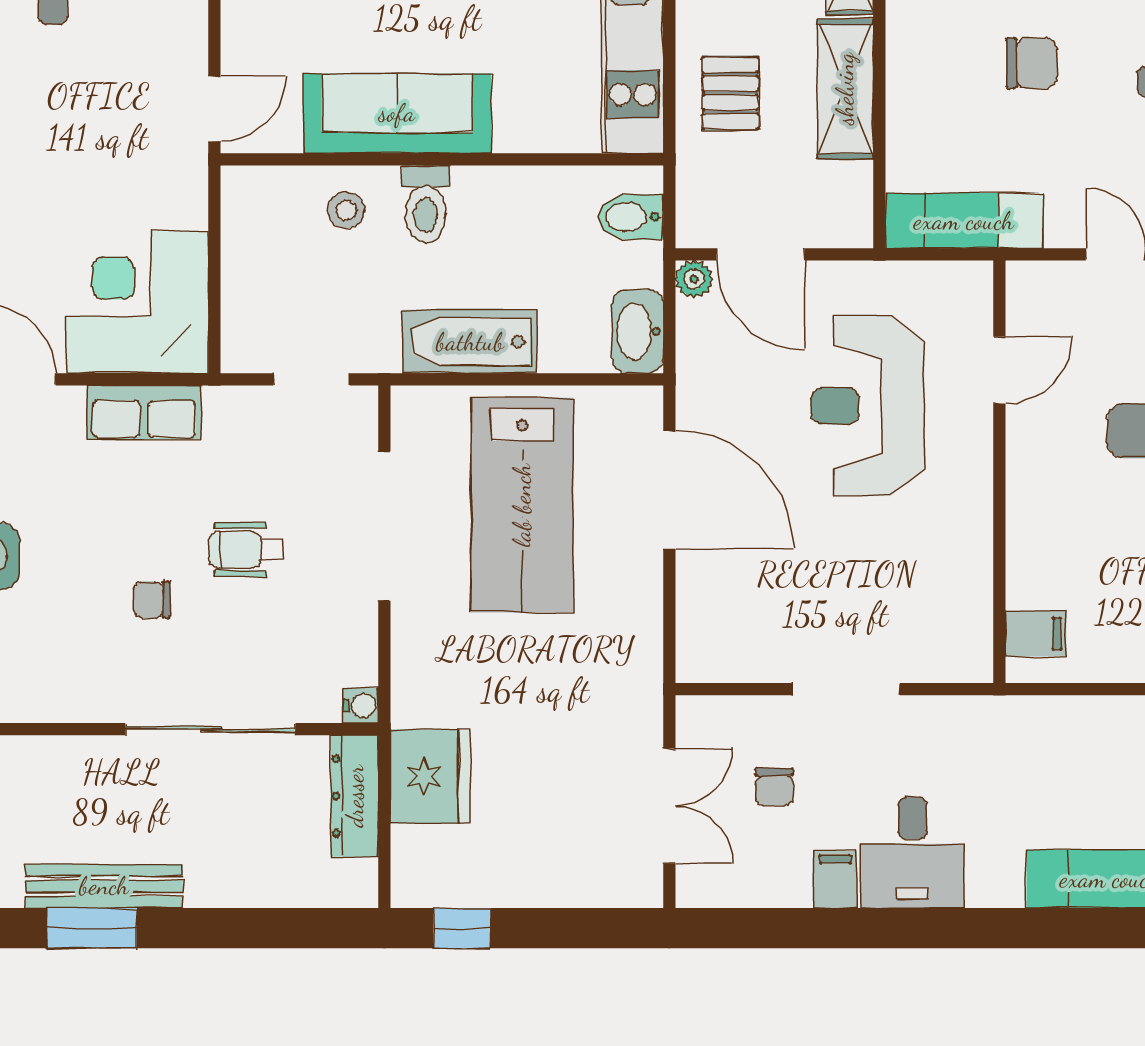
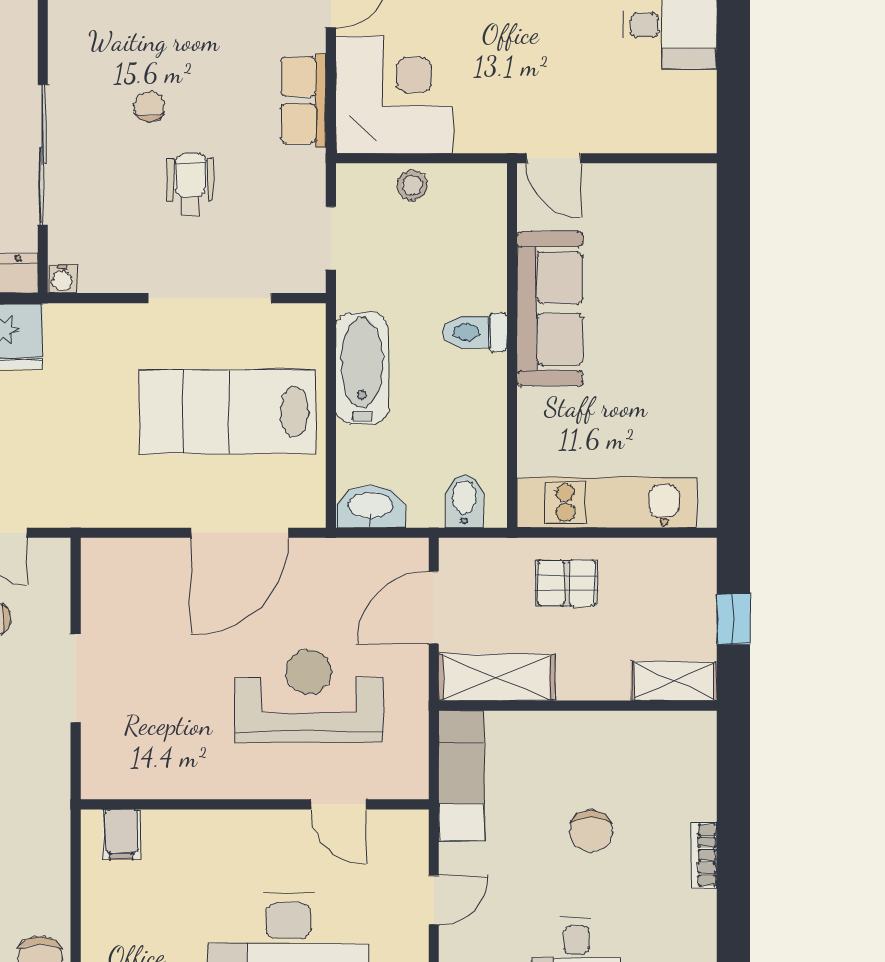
shelving: (845, 89) -> (496, 678), moved
stool: (346, 210) -> (412, 185), moved
plant: (694, 279) -> (413, 553), removed

